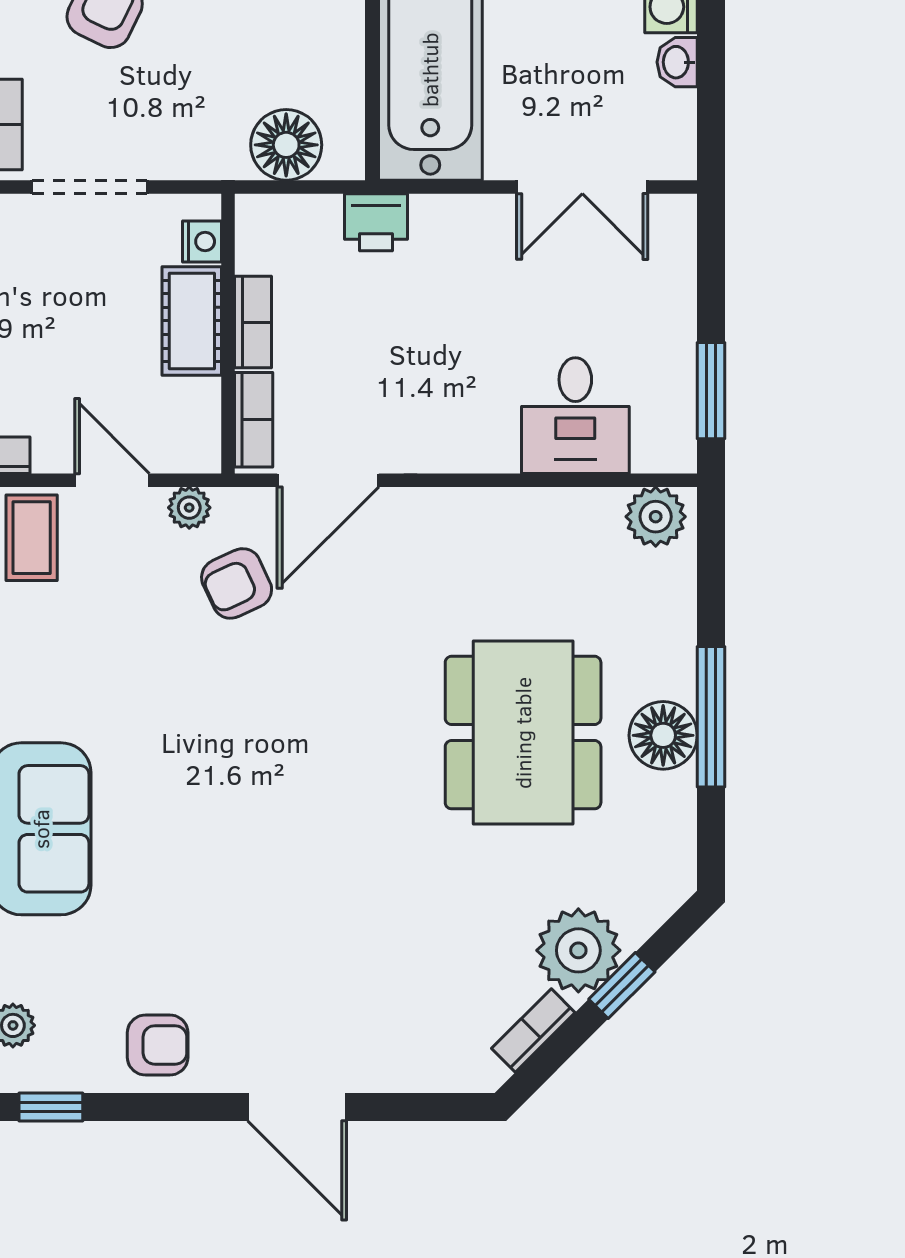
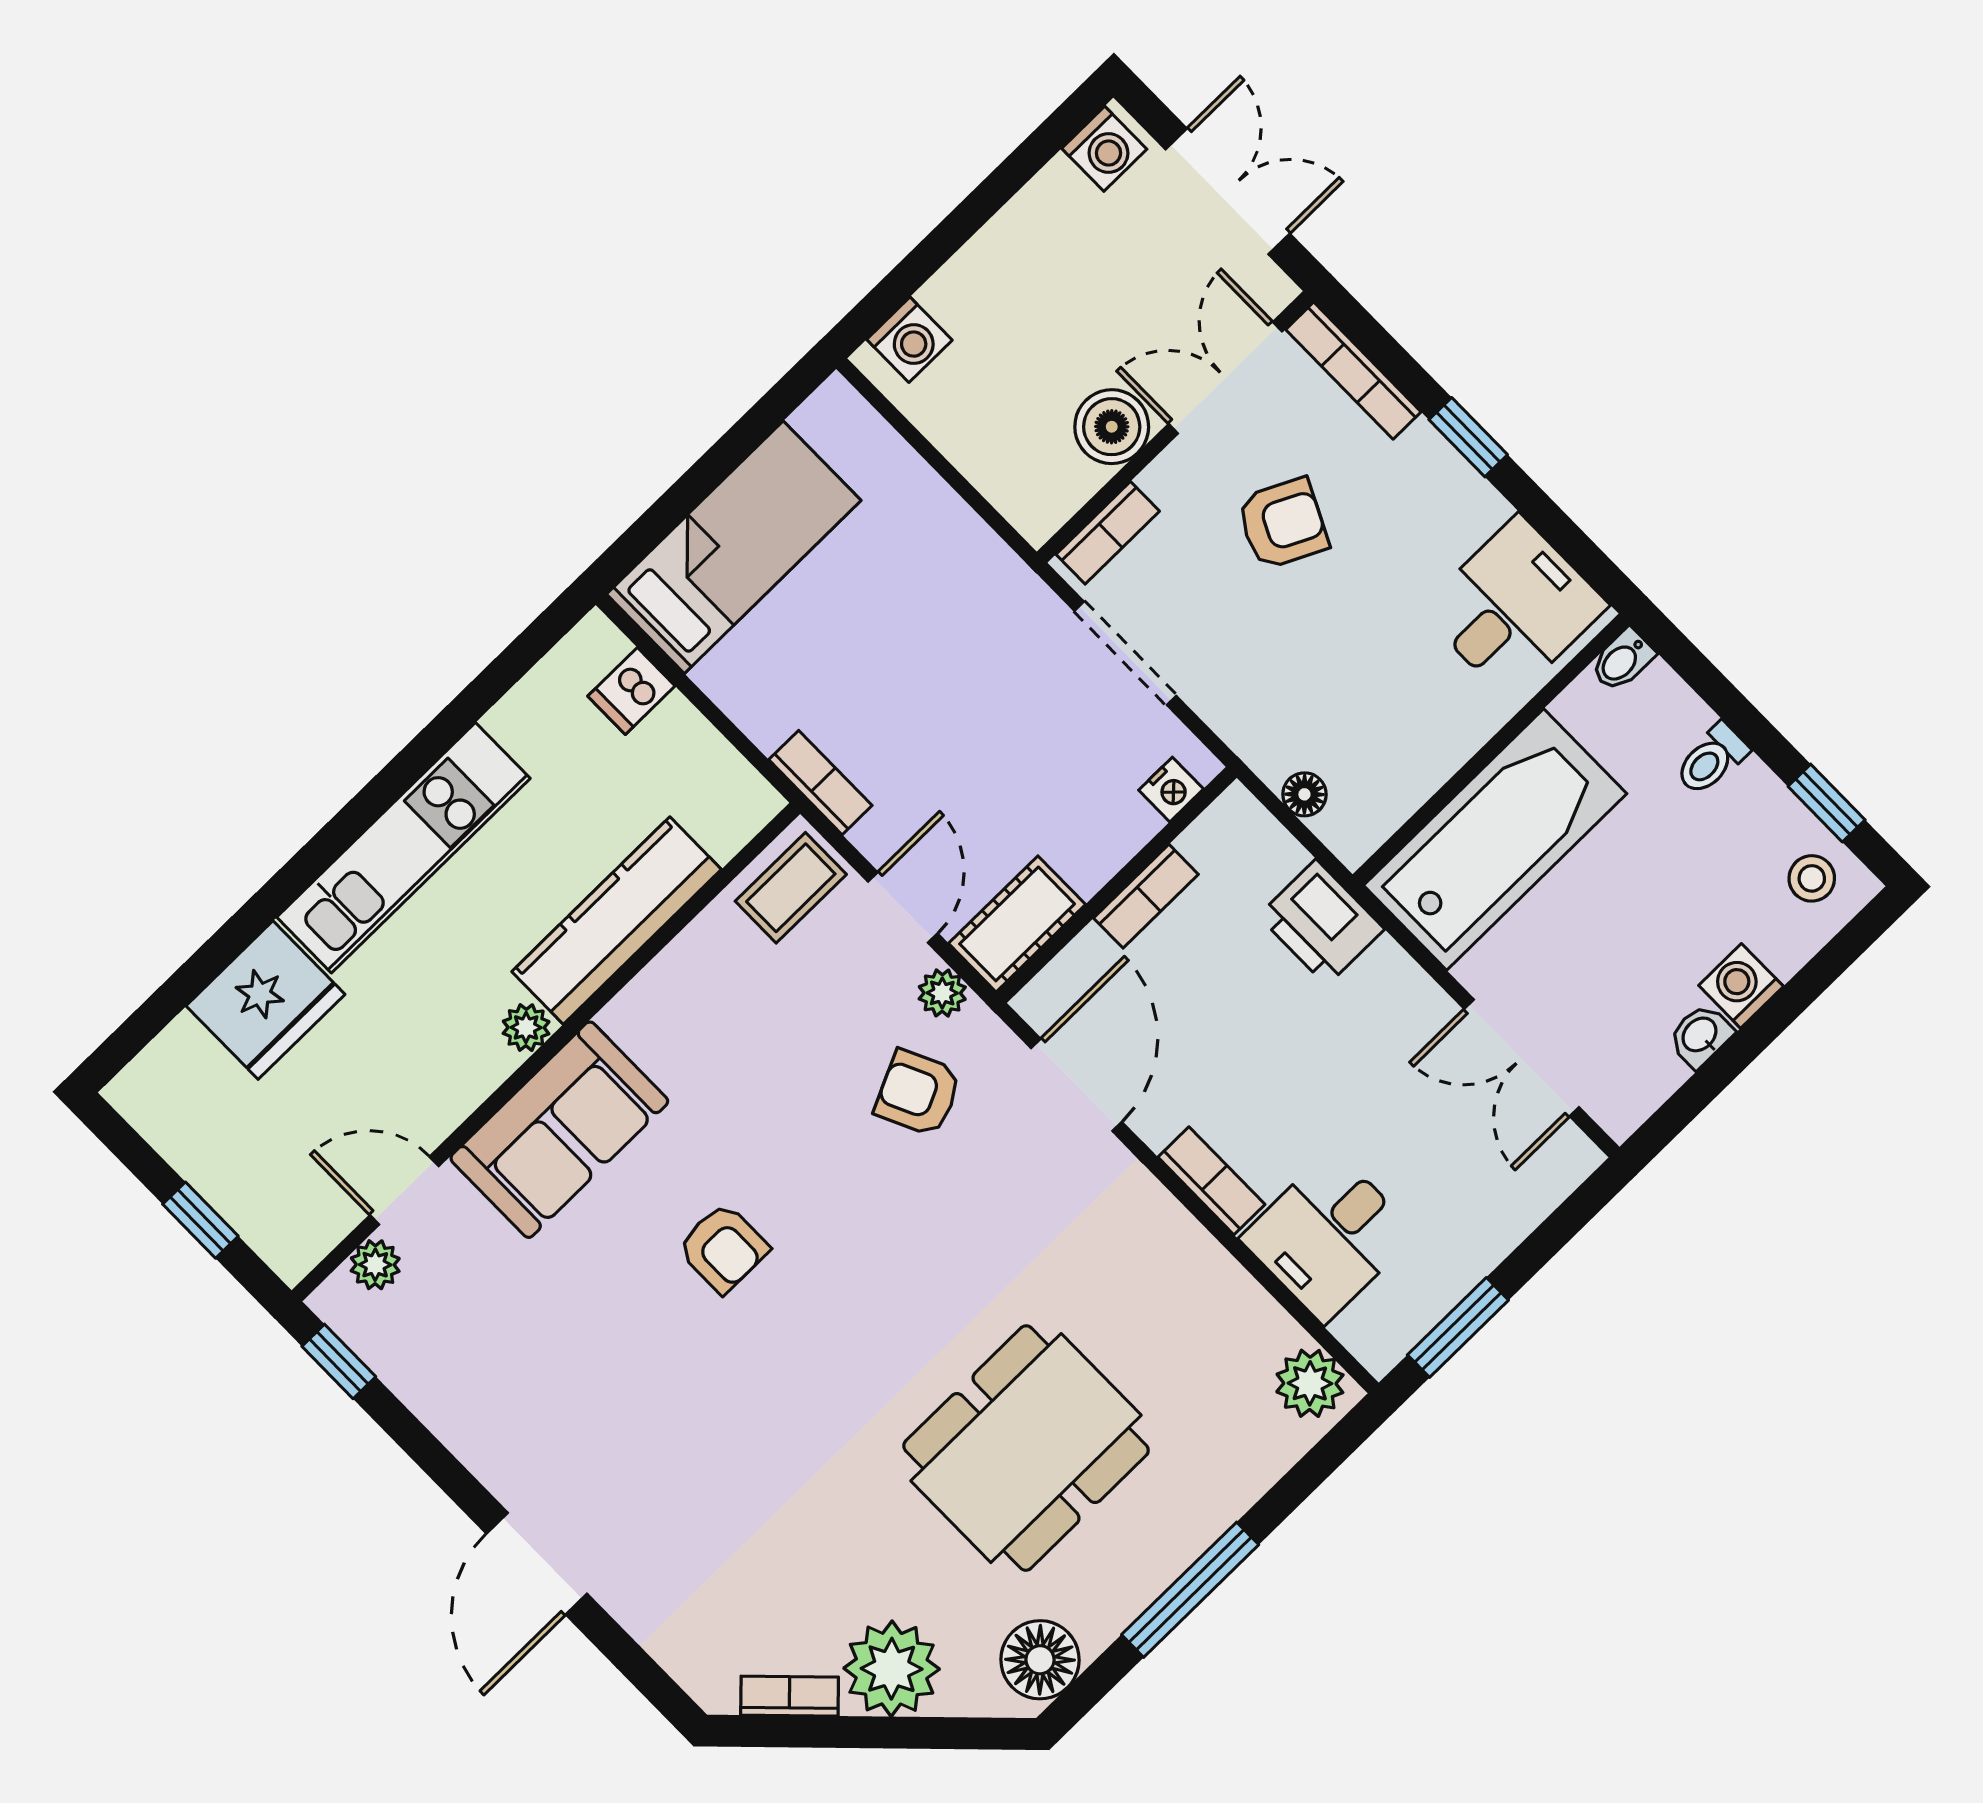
floor lamp: (286, 145) -> (1304, 794), width x0.53, depth x0.53
printer: (376, 222) -> (1321, 922), width x1.36, depth x1.24
cot: (192, 321) -> (1017, 924), moved
bookcase: (254, 420) -> (1211, 1181), moved, turned -90
door: (328, 480) -> (1076, 1085), swing flipped
floor lamp: (663, 735) -> (1040, 1660), moved
window: (622, 985) -> (898, 1733), removed
armchair: (158, 1045) -> (723, 1248), moved

